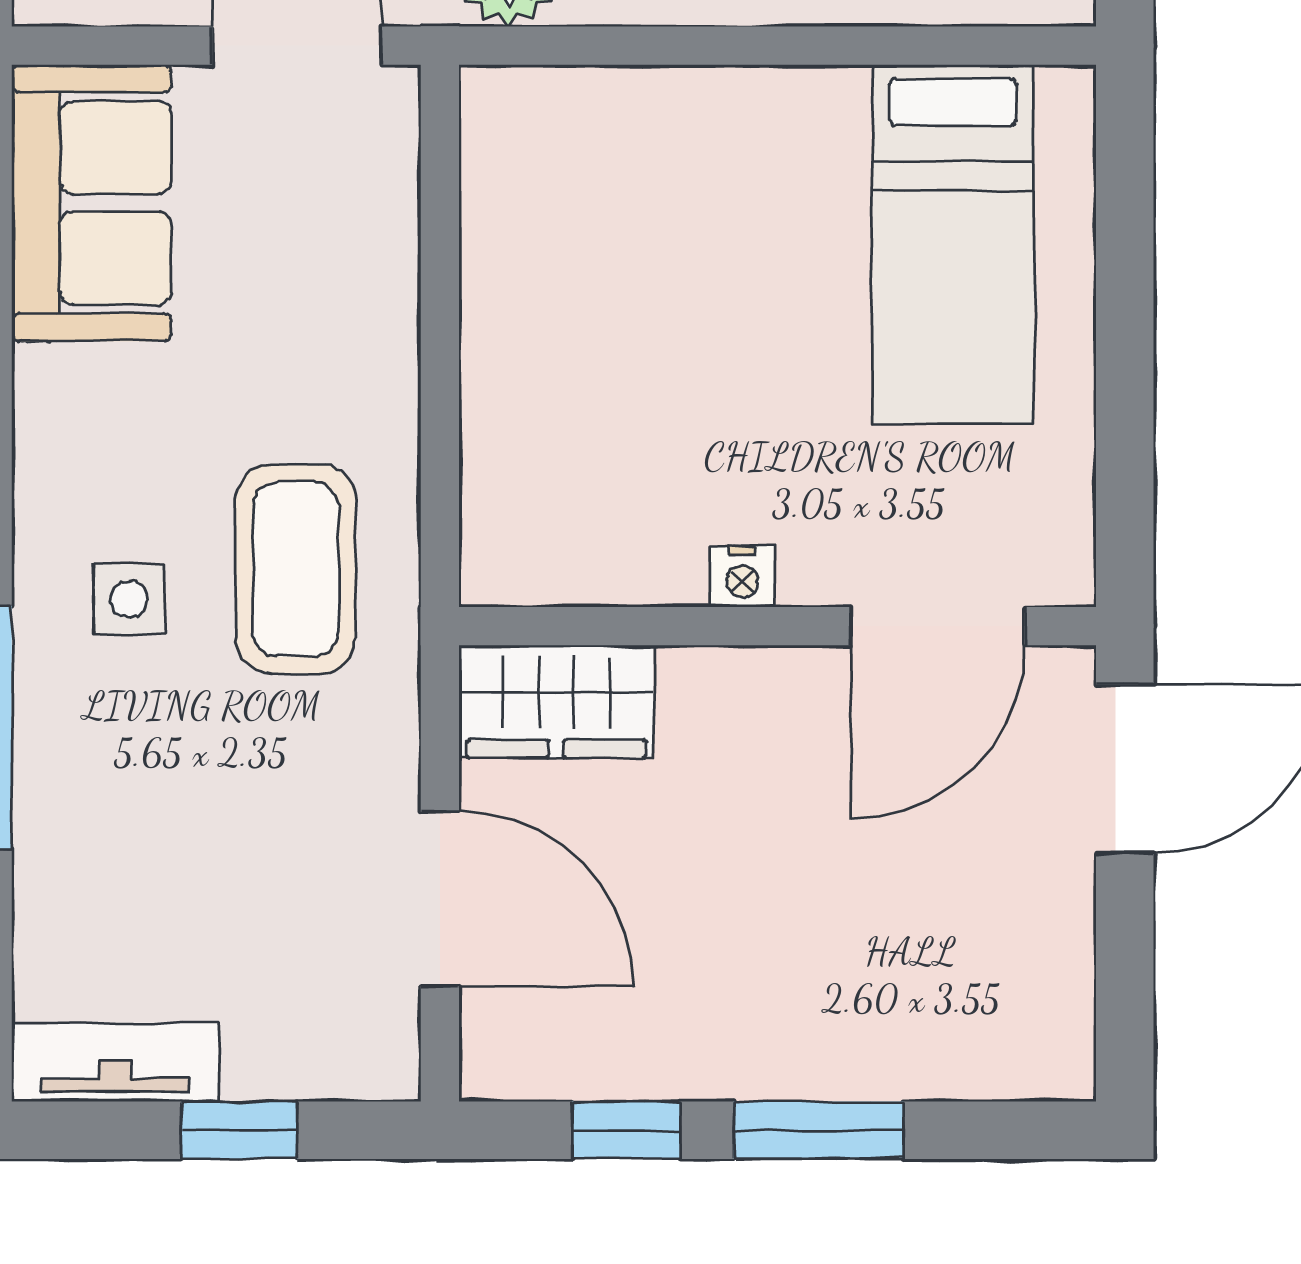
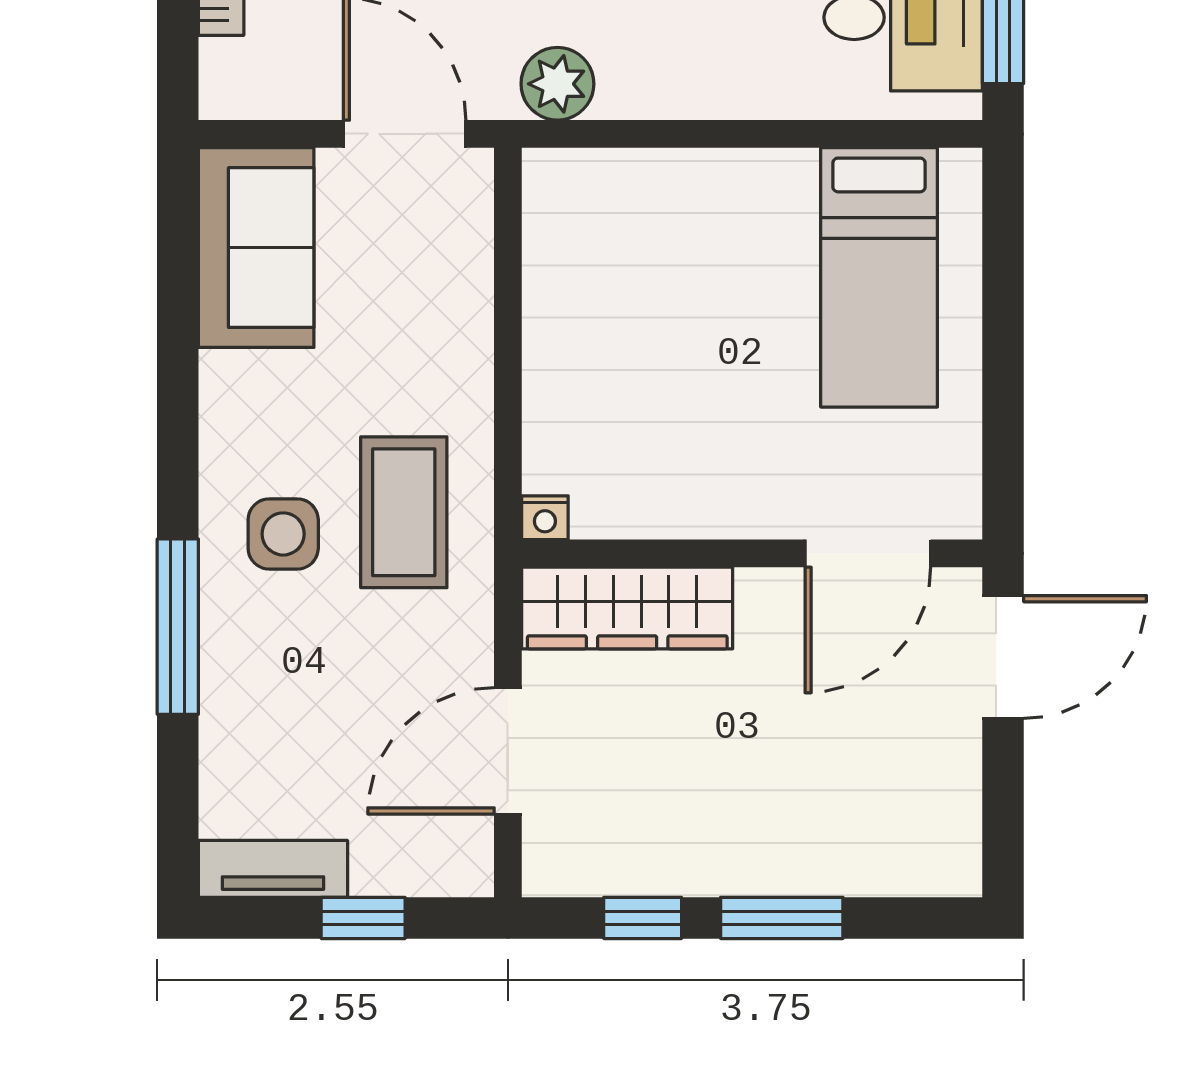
nightstand: (742, 577) -> (545, 518), moved
side table: (129, 599) -> (283, 534), width x1.37, depth x1.37
wardrobe: (556, 701) -> (627, 608), width x1.50
door: (440, 899) -> (508, 751), swing flipped

